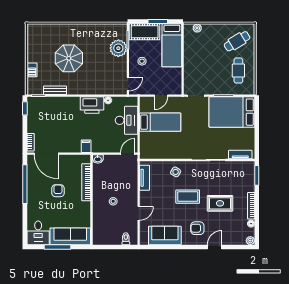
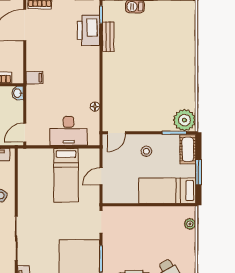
cot: (145, 32) -> (188, 149), width x0.73, depth x0.75
plant: (118, 48) -> (184, 120), moved
parasol: (69, 58) -> (150, 55), removed
door: (128, 84) -> (116, 133), hinge flipped
door: (161, 96) -> (101, 176), hinge flipped
printer: (92, 105) -> (89, 30), moved
door: (128, 154) -> (25, 133), swing flipped

